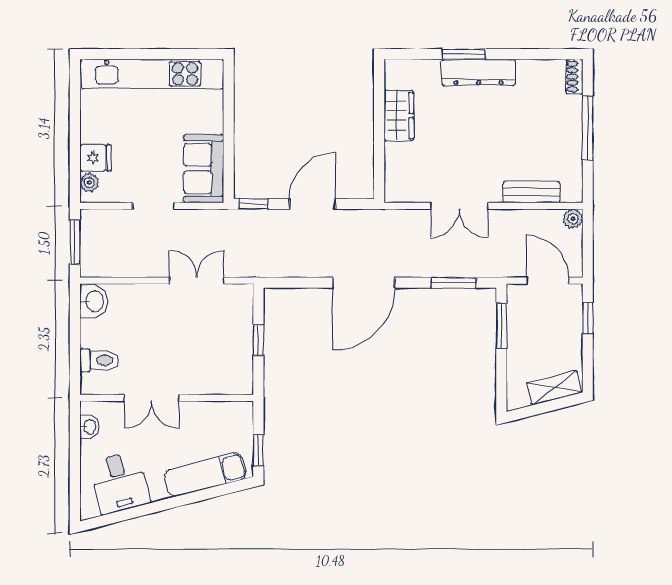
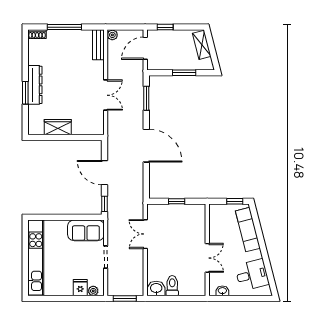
bench: (532, 192) -> (98, 45), moved
window: (501, 326) -> (184, 73), moved
toilet: (99, 360) -> (172, 286), moved

